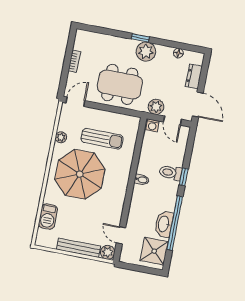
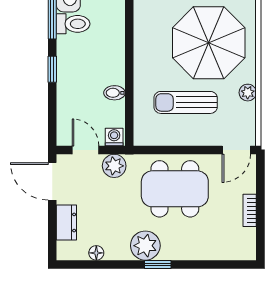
toilet: (171, 173) -> (73, 24), moved
bidet: (142, 180) -> (114, 93), moved

